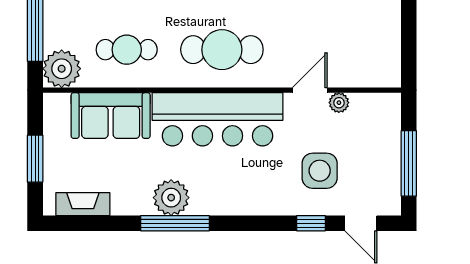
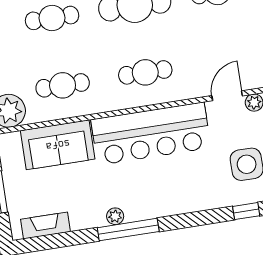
cafe table: (222, 50) -> (145, 72), width x0.73, depth x0.74
plant: (171, 198) -> (115, 216), width x0.53, depth x0.53

